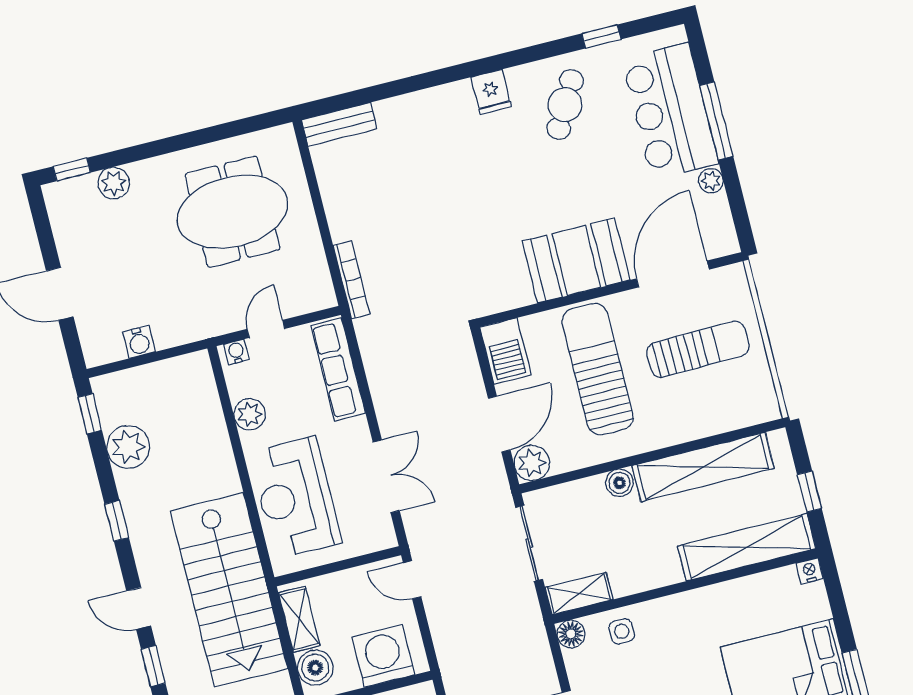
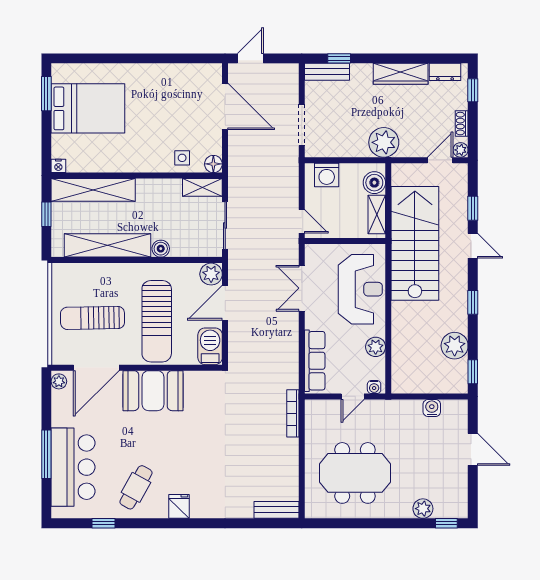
plant: (711, 181) -> (59, 381), moved
washing machine: (383, 656) -> (327, 175), width x0.73, depth x0.73

